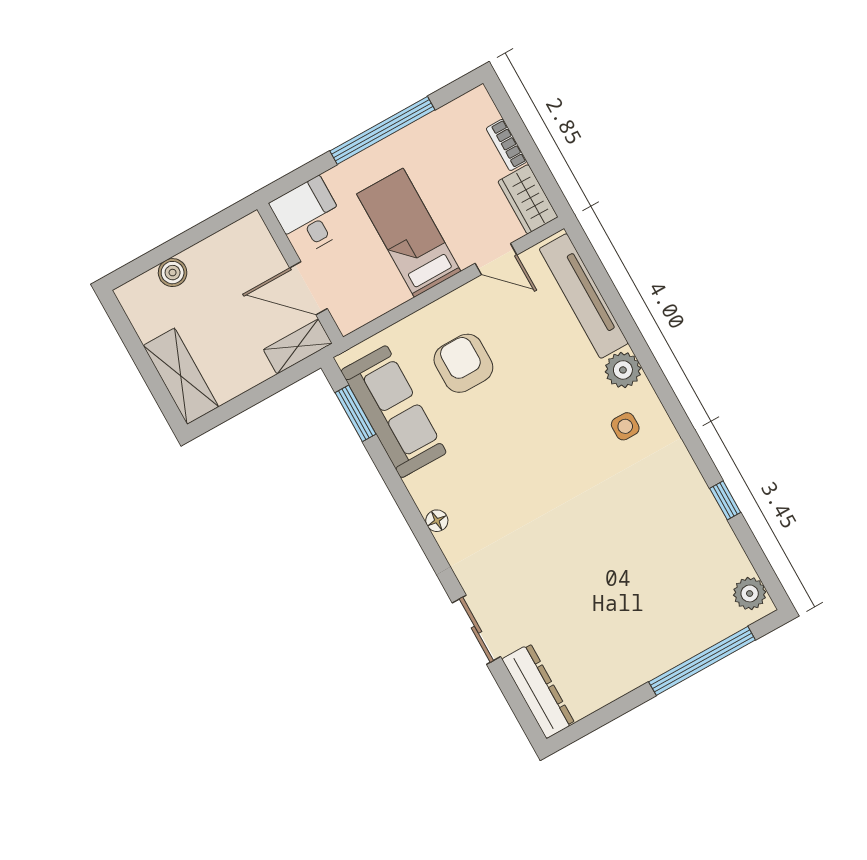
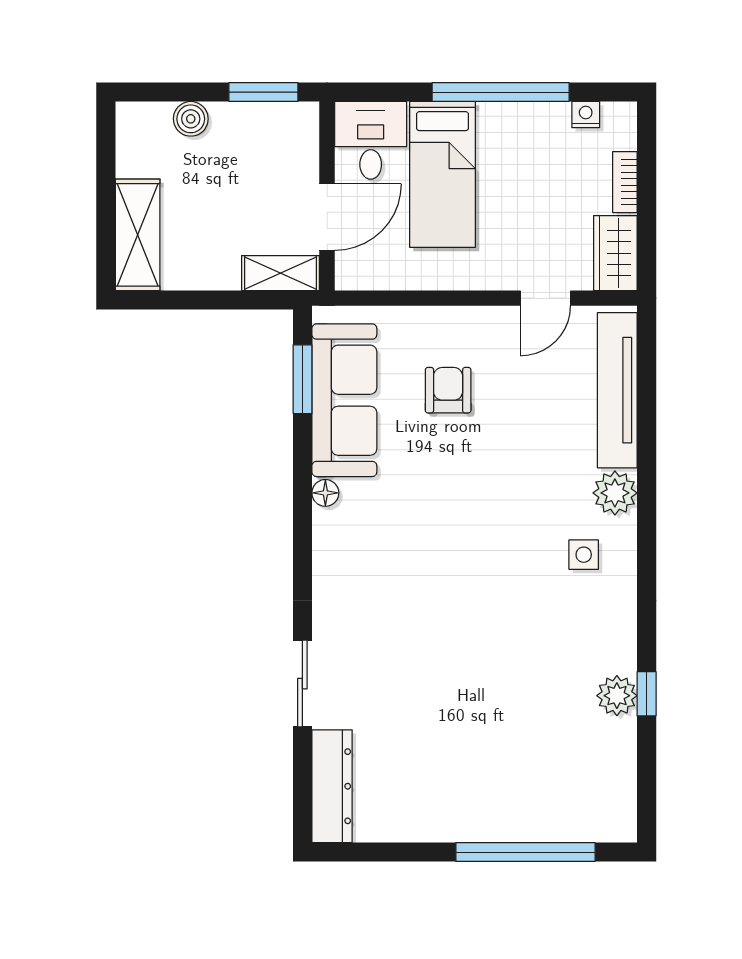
nightstand: (452, 113) -> (586, 115), added
window: (214, 225) -> (263, 92), added
bed: (409, 233) -> (443, 174), moved, turned 180
door: (496, 259) -> (545, 298), hinge flipped
door: (309, 288) -> (327, 217), swing flipped
armchair: (463, 363) -> (448, 390), width x0.72, depth x0.72
floor lamp: (437, 521) -> (325, 493), moved
plant: (750, 593) -> (617, 696), moved

